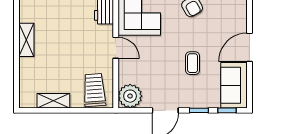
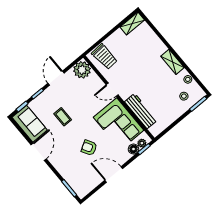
shelving: (26, 40) -> (173, 62), moved
shelving: (53, 101) -> (132, 23), moved

